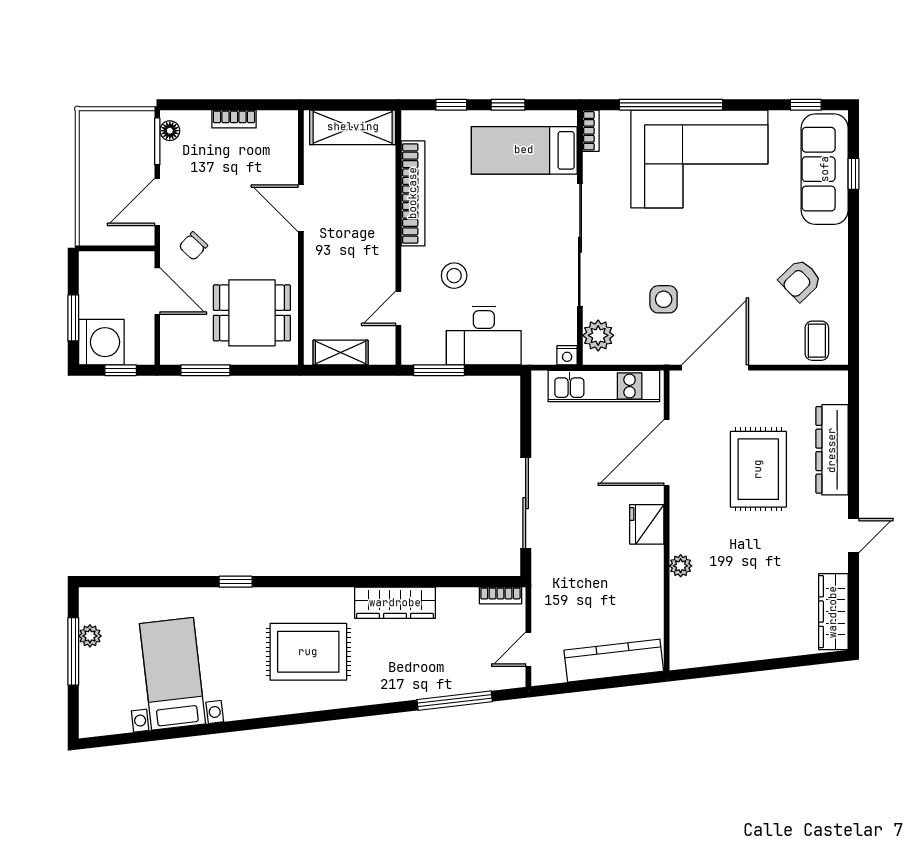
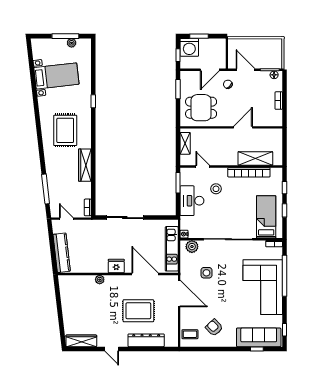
shelving: (353, 127) -> (255, 158), moved, turned 90
dining table: (252, 313) -> (201, 108), turned 90

